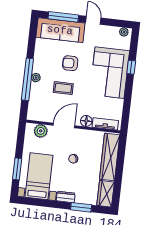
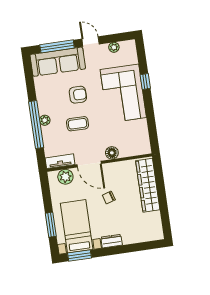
plant: (124, 32) -> (114, 47), moved
armchair: (70, 63) -> (78, 95), turned 180
tv unit: (105, 124) -> (60, 161), moved
door: (64, 125) -> (89, 164), swing flipped
wardrobe: (106, 194) -> (154, 226), removed
window: (81, 207) -> (80, 256), moved

